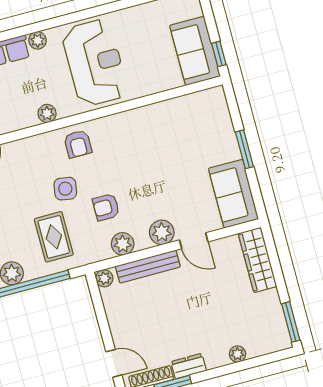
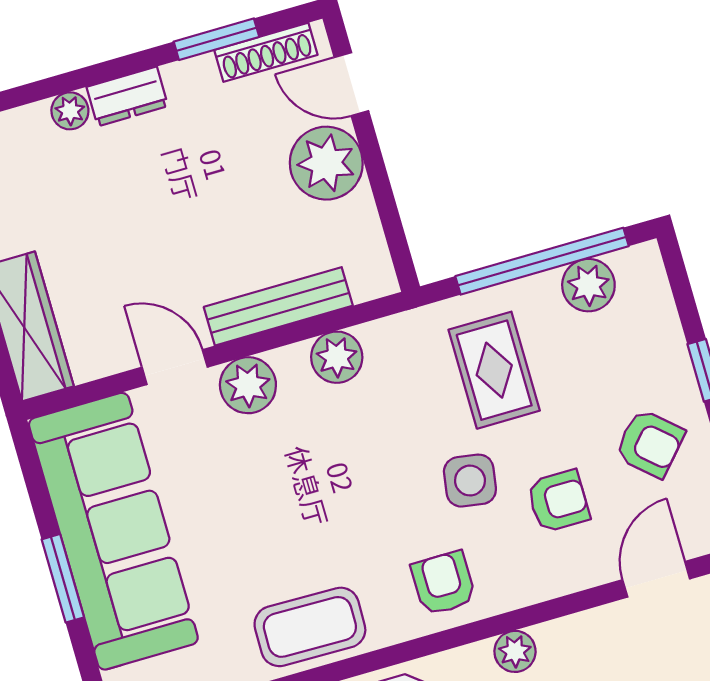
coffee table: (137, 126) -> (310, 627), added
sofa: (233, 194) -> (113, 531), width x1.85, depth x1.27
armchair: (106, 207) -> (558, 501), moved
plant: (104, 278) -> (326, 163), moved, width x1.88, depth x1.88
dresser: (189, 366) -> (127, 96), moved

